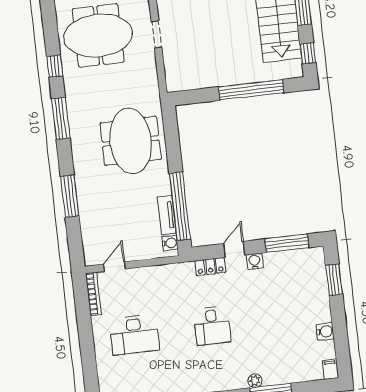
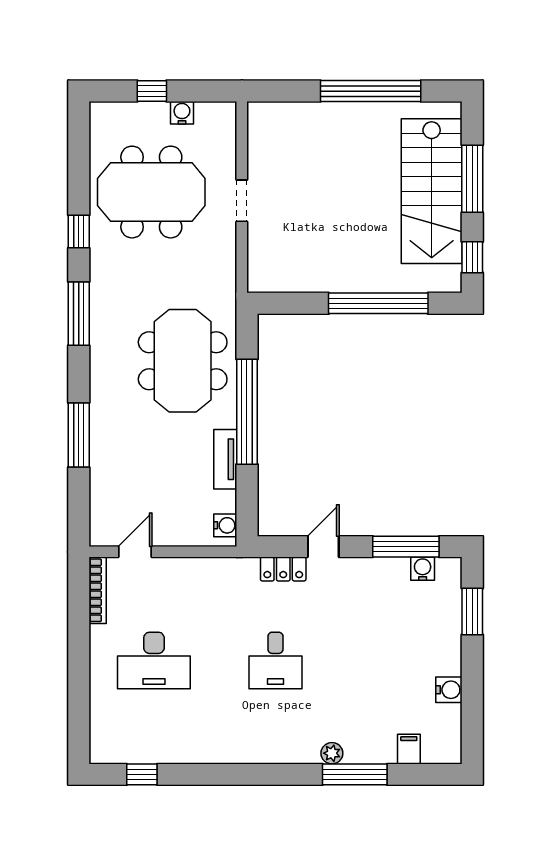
window: (180, 206) -> (247, 412), moved
tv unit: (167, 215) -> (225, 459), moved
water cooler: (255, 261) -> (423, 569), moved
filing cabinet: (330, 369) -> (409, 749), moved

